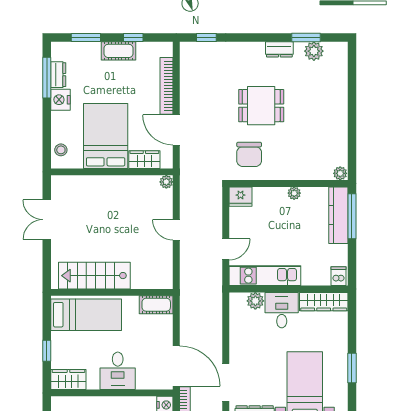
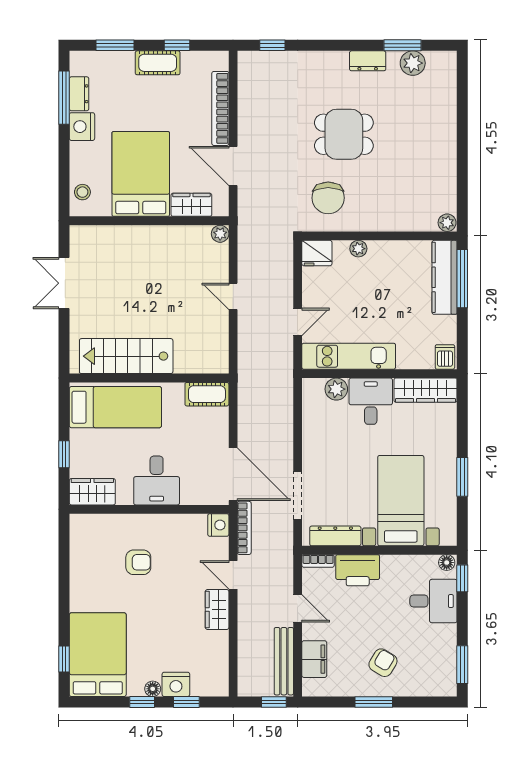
plant: (294, 193) -> (358, 249), moved

